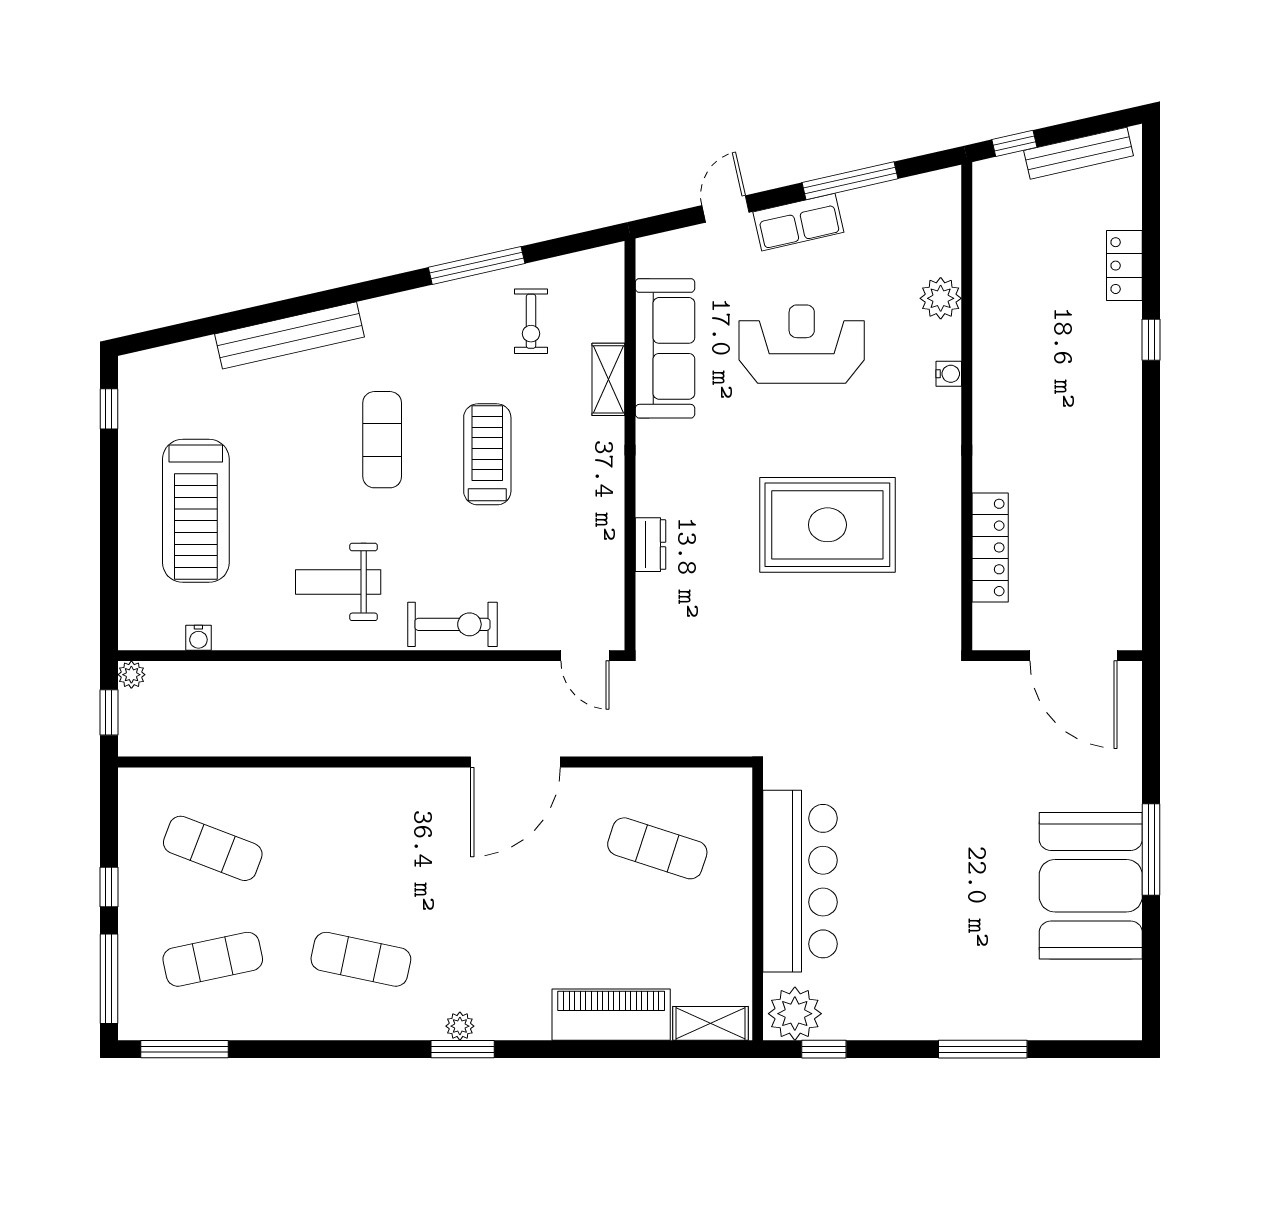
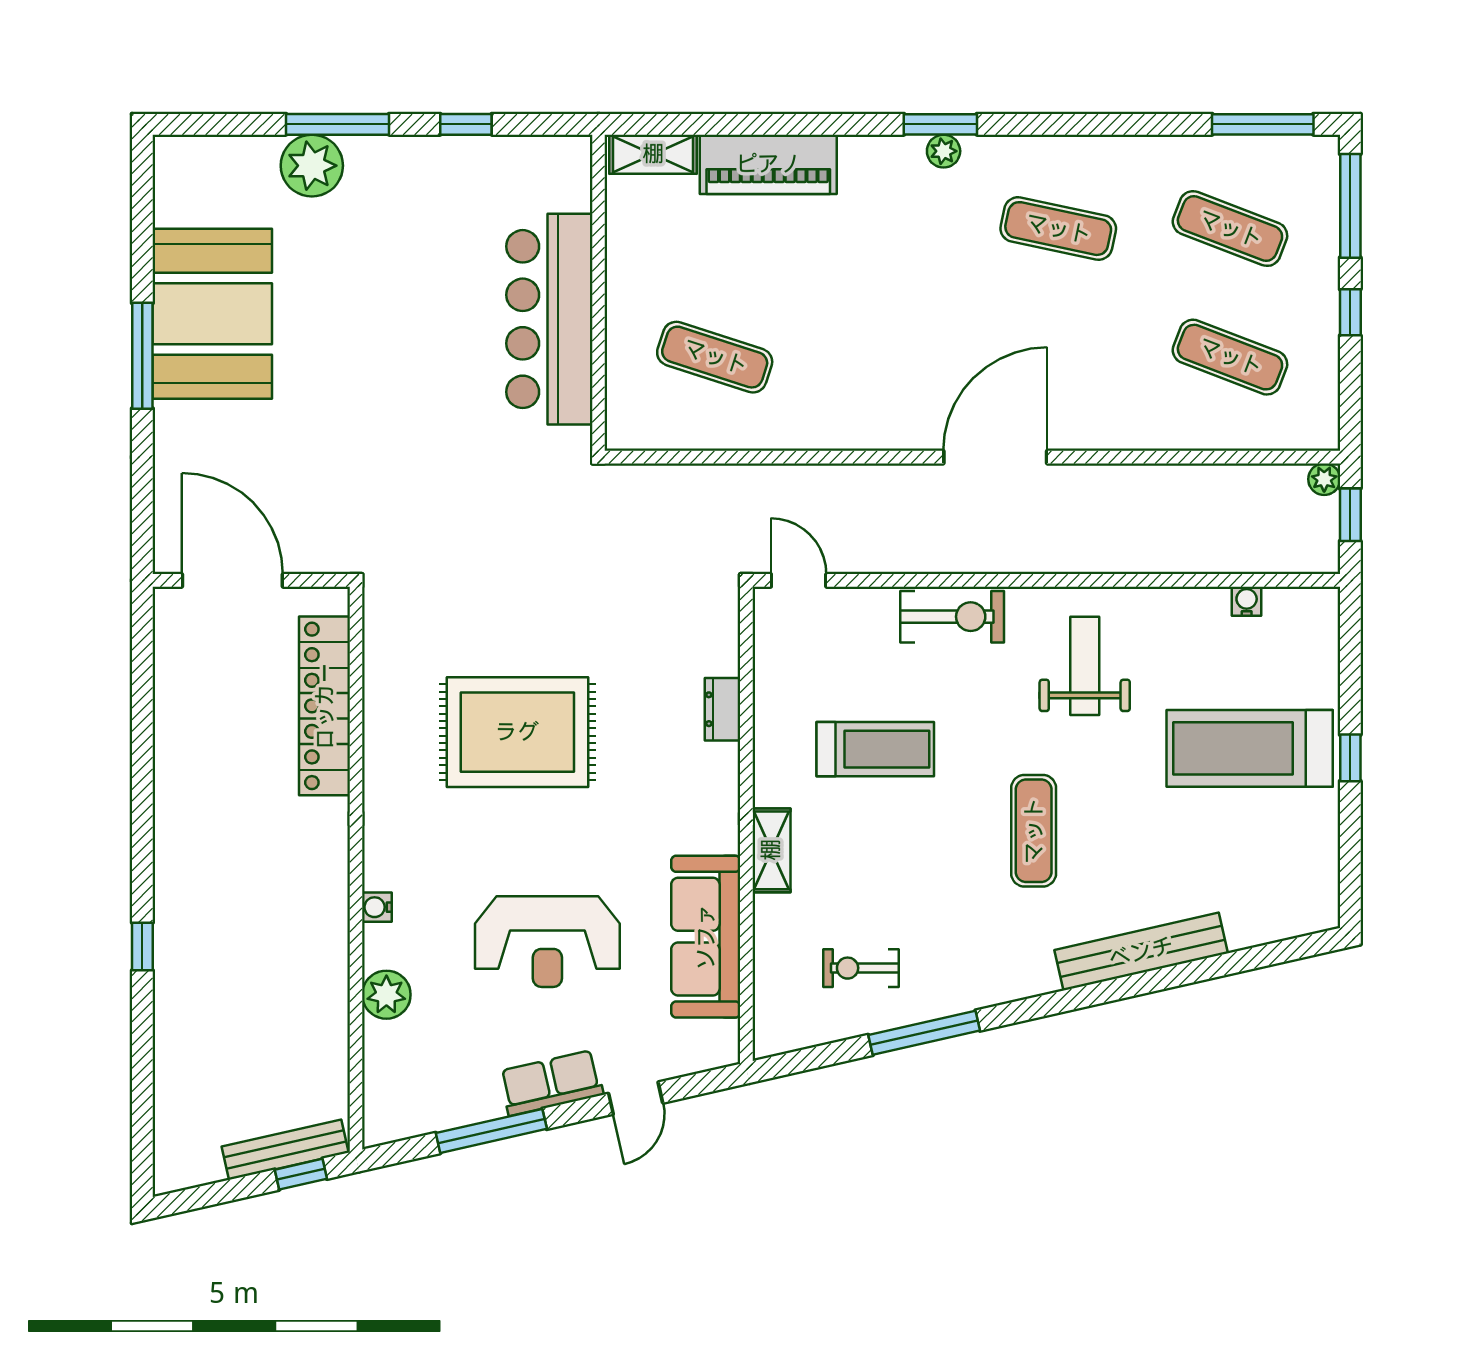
bench: (1079, 153) -> (285, 1150), moved
locker: (1124, 266) -> (173, 1033), removed
exercise bike: (531, 321) -> (861, 968), turned -90
shelving: (608, 379) -> (771, 850), moved
window: (109, 409) -> (1350, 758), moved
treadmill: (487, 454) -> (875, 749), moved, turned -90
treadmill: (196, 511) -> (1250, 748), turned -90
locker: (990, 547) -> (325, 706), width x1.41, depth x1.21
weight bench: (338, 582) -> (1085, 666), turned -90
exercise bike: (452, 624) -> (952, 617), turned 180
plant: (131, 675) -> (1324, 479), moved
door: (515, 762) -> (995, 457), moved
exercise mat: (213, 959) -> (1230, 229), turned 33
plant: (795, 1014) -> (312, 166), moved
window: (824, 1049) -> (466, 124), moved

